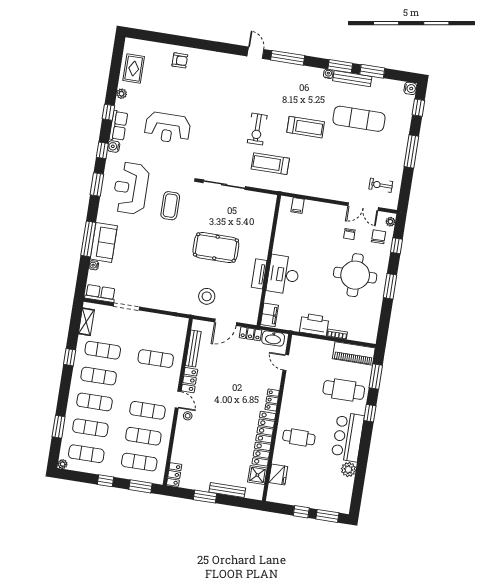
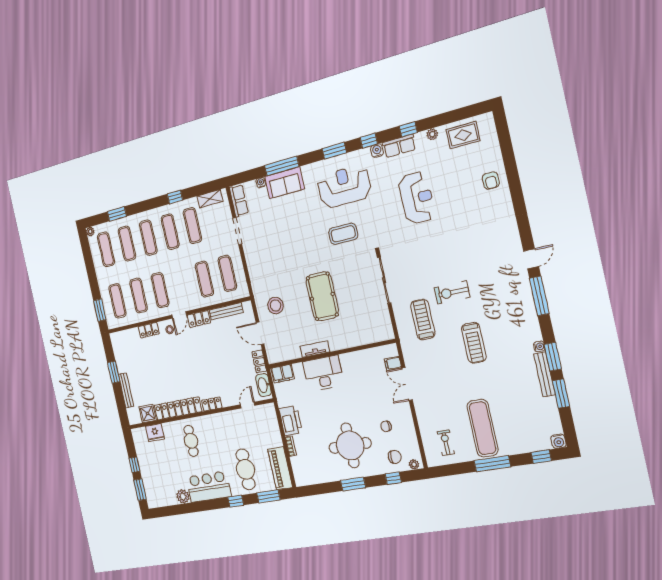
exercise mat: (359, 119) -> (483, 428), moved
reception desk: (167, 128) -> (417, 198), turned 180
double door: (363, 207) -> (407, 384), moved
exercise mat: (160, 333) -> (227, 273), added
locker: (174, 475) -> (149, 330), moved
window: (105, 481) -> (92, 277), removed

